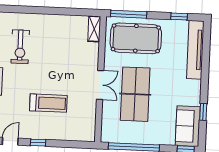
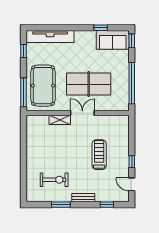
shelving: (94, 29) -> (60, 120), moved

